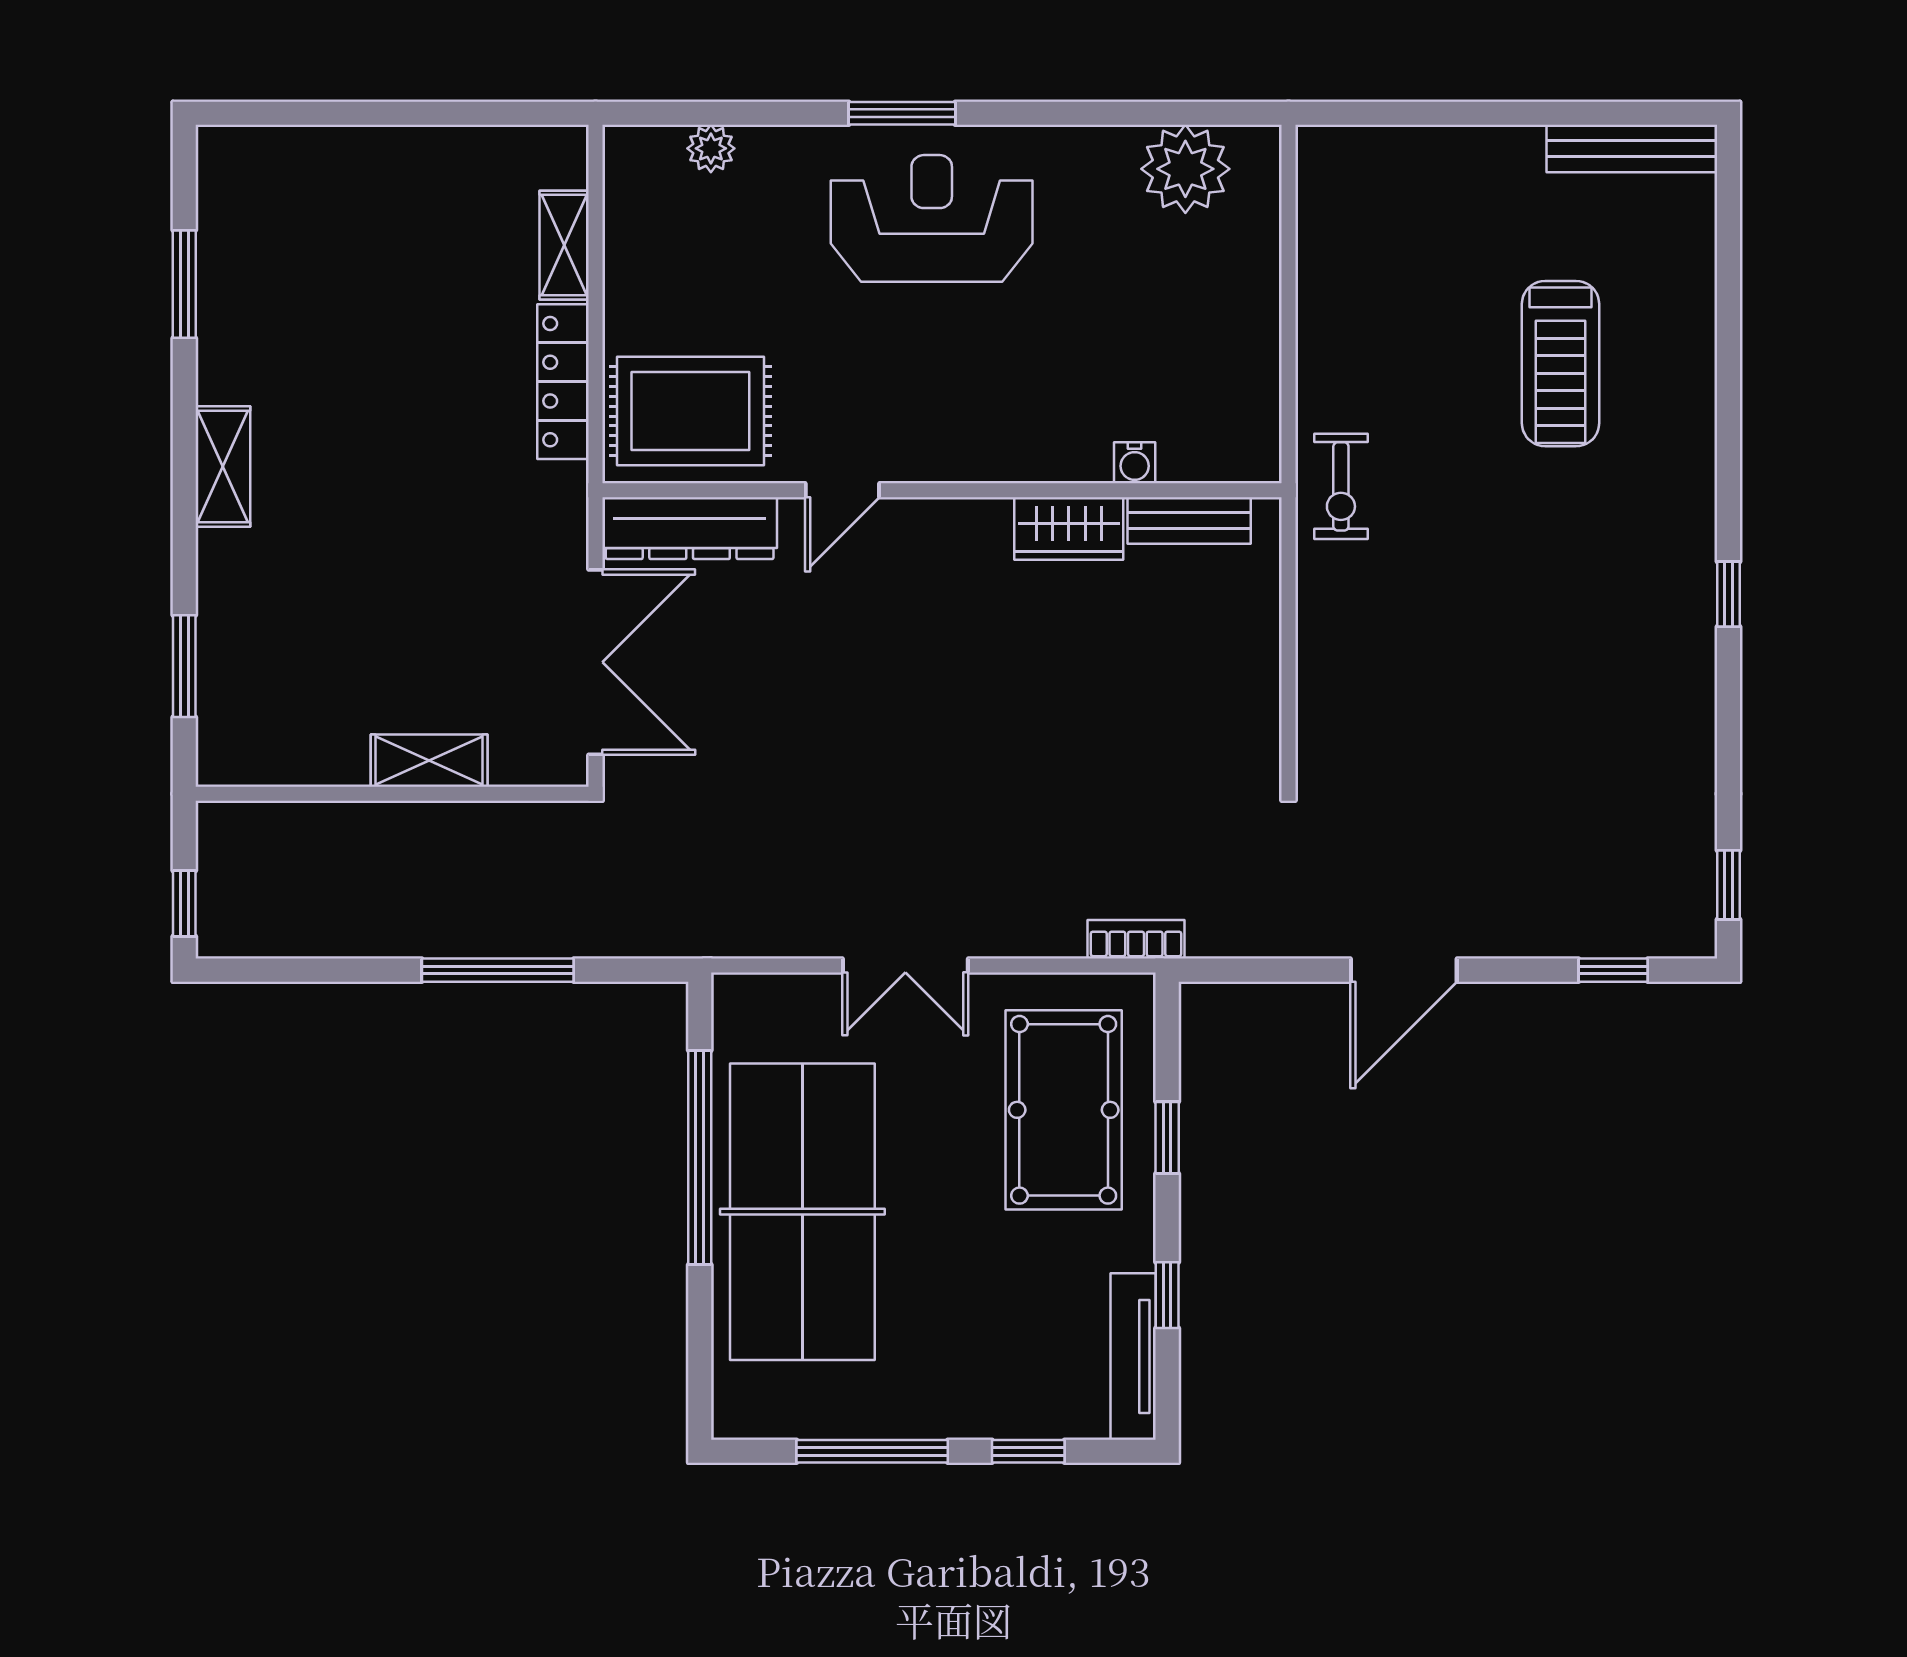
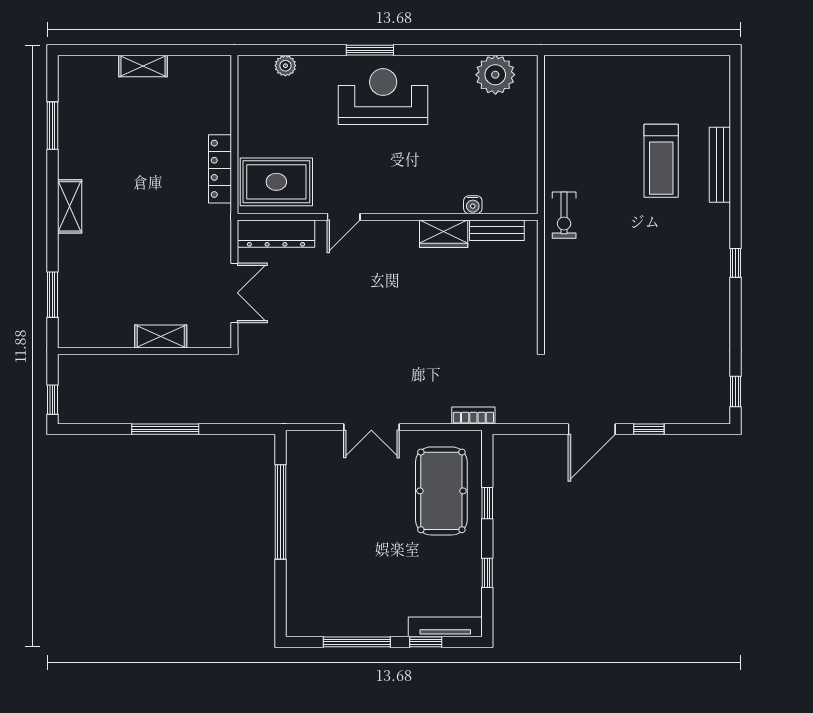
bench: (1632, 149) -> (720, 165), moved, turned 90
shelving: (564, 245) -> (143, 66), moved, turned 90
double door: (596, 662) -> (234, 293), width x0.73
window: (498, 970) -> (165, 429), moved
window: (1613, 970) -> (649, 429), moved
table tennis table: (802, 1212) -> (326, 536), removed
tv unit: (1133, 1356) -> (445, 627), moved, turned 90

